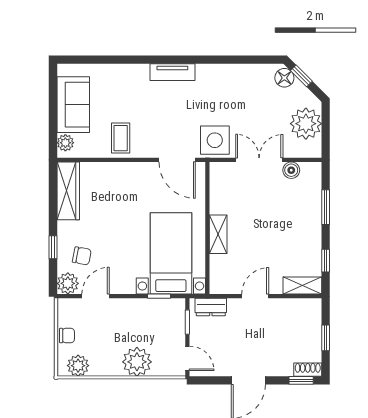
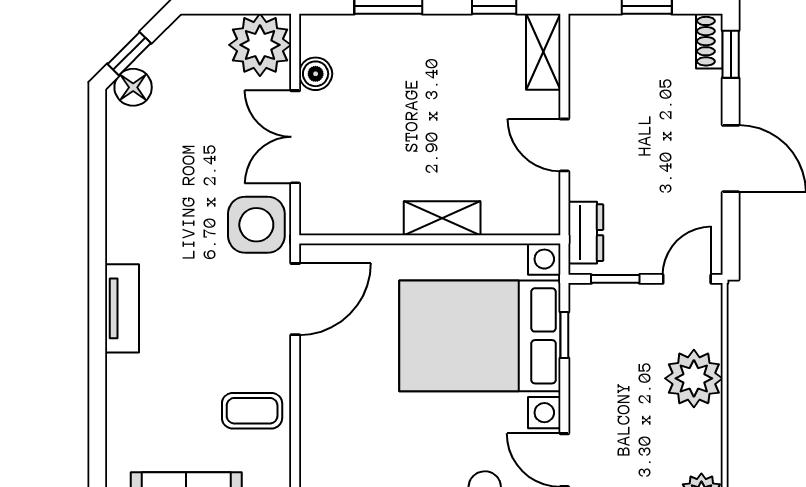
plant: (306, 124) -> (260, 45), moved
bed with nightstands: (171, 253) -> (480, 336), width x1.36

